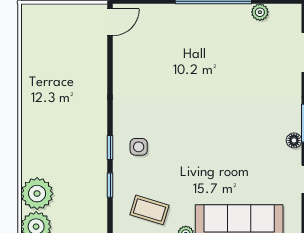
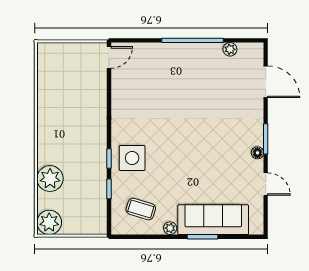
side table: (139, 147) -> (132, 158), width x1.87, depth x1.87
plant: (37, 194) -> (50, 179), moved

